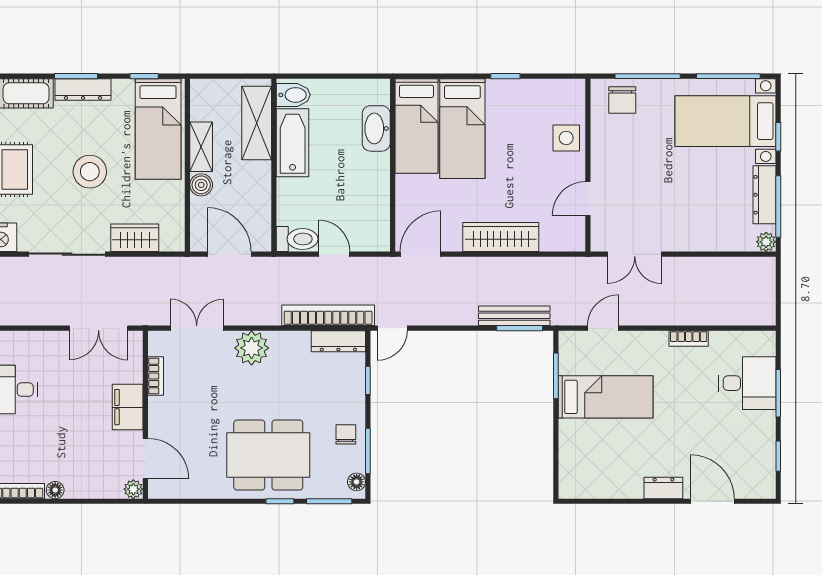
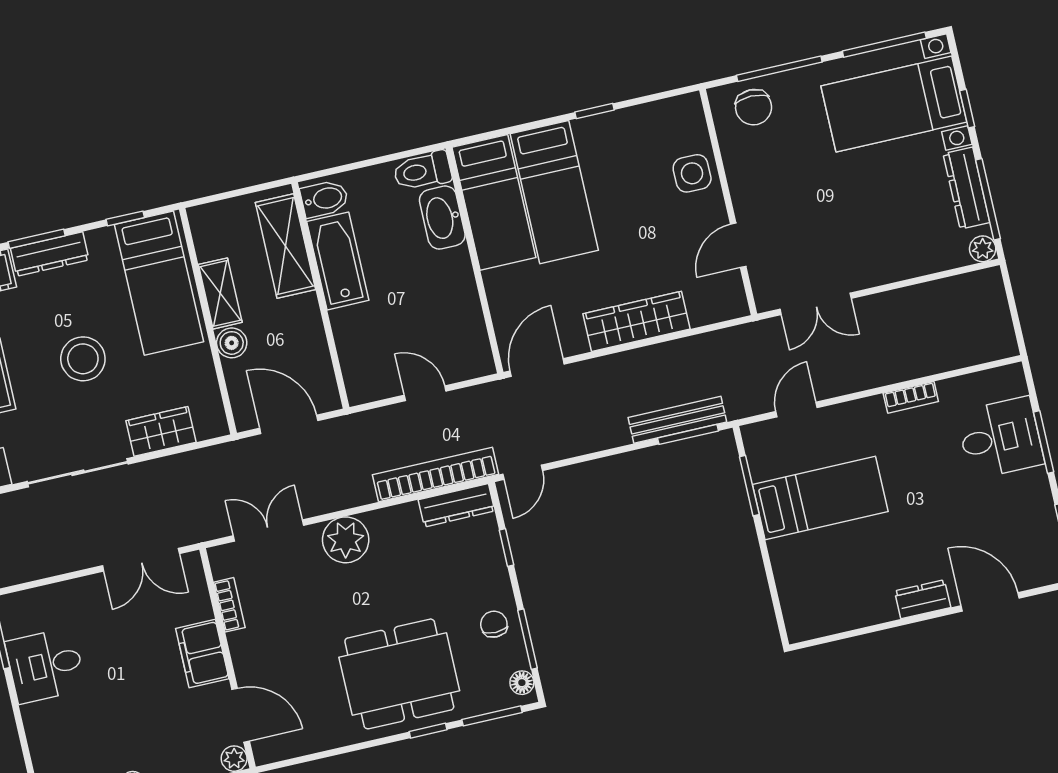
toilet: (297, 239) -> (422, 171), moved, turned 180

